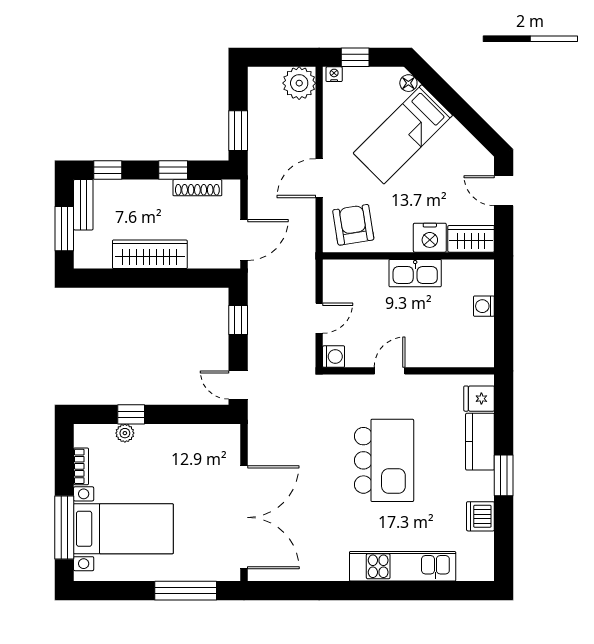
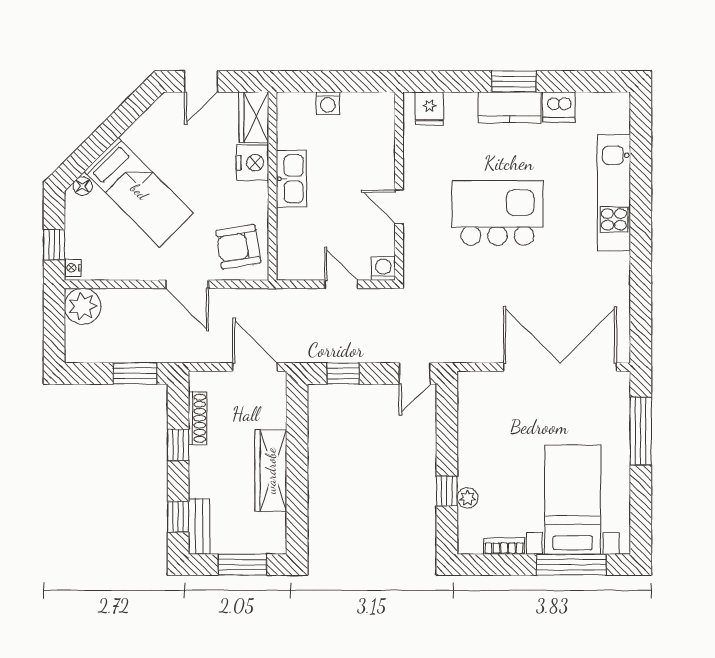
bench: (83, 205) -> (199, 526), moved, turned 90
kitchen counter: (480, 442) -> (509, 107), moved

